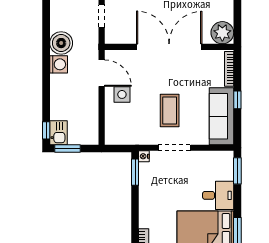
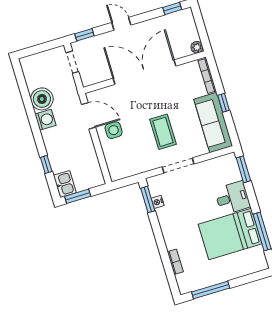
plant: (222, 33) -> (197, 47), width x0.53, depth x0.53
window: (46, 130) -> (46, 164), moved
nightstand: (144, 156) -> (158, 202), moved

